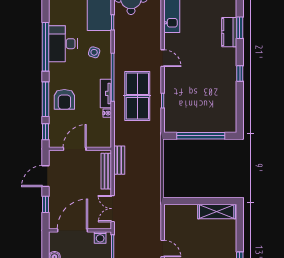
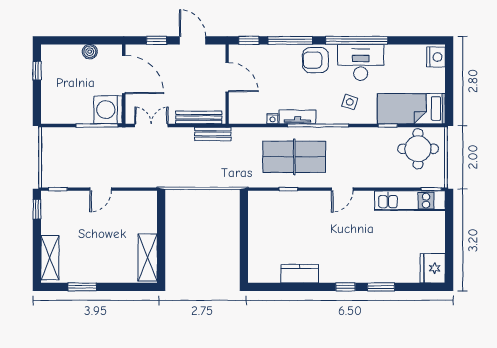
kitchen counter: (229, 32) -> (300, 274), moved
window: (240, 73) -> (345, 287), moved
armchair: (64, 99) -> (316, 60), moved
window: (201, 136) -> (244, 237), removed
washing machine: (100, 237) -> (108, 110), width x1.89, depth x1.89

